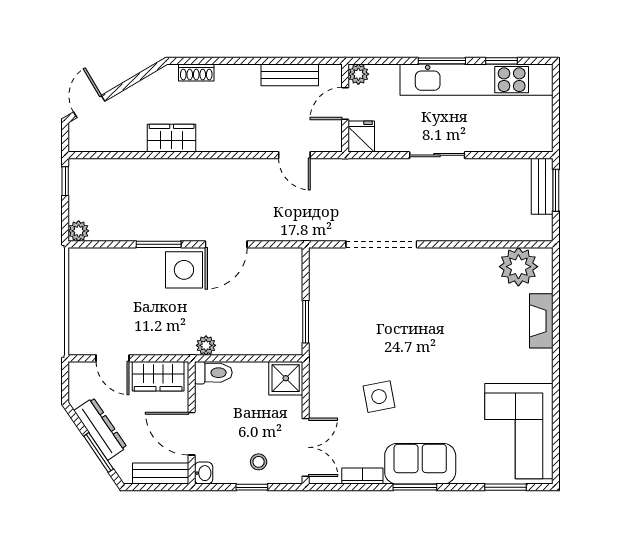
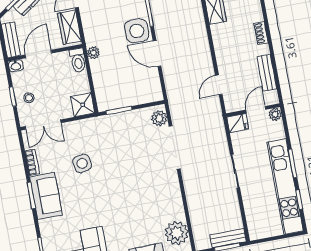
shoe rack: (196, 72) -> (261, 33), moved
door: (345, 104) -> (256, 110), hinge flipped
plant: (330, 260) -> (159, 118), added

